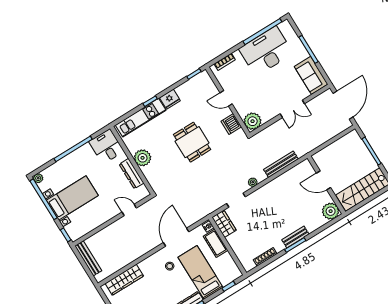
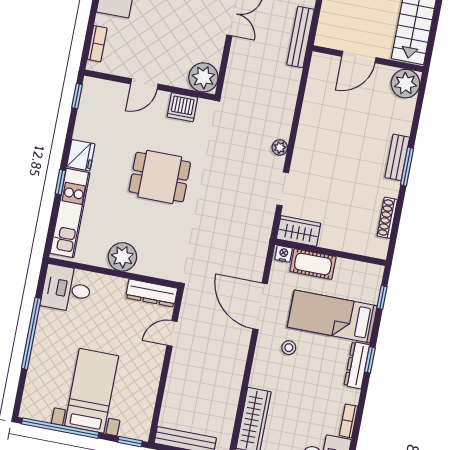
bench: (281, 164) -> (300, 37), moved
dresser: (132, 174) -> (152, 293), moved
plant: (38, 178) -> (28, 411), removed

